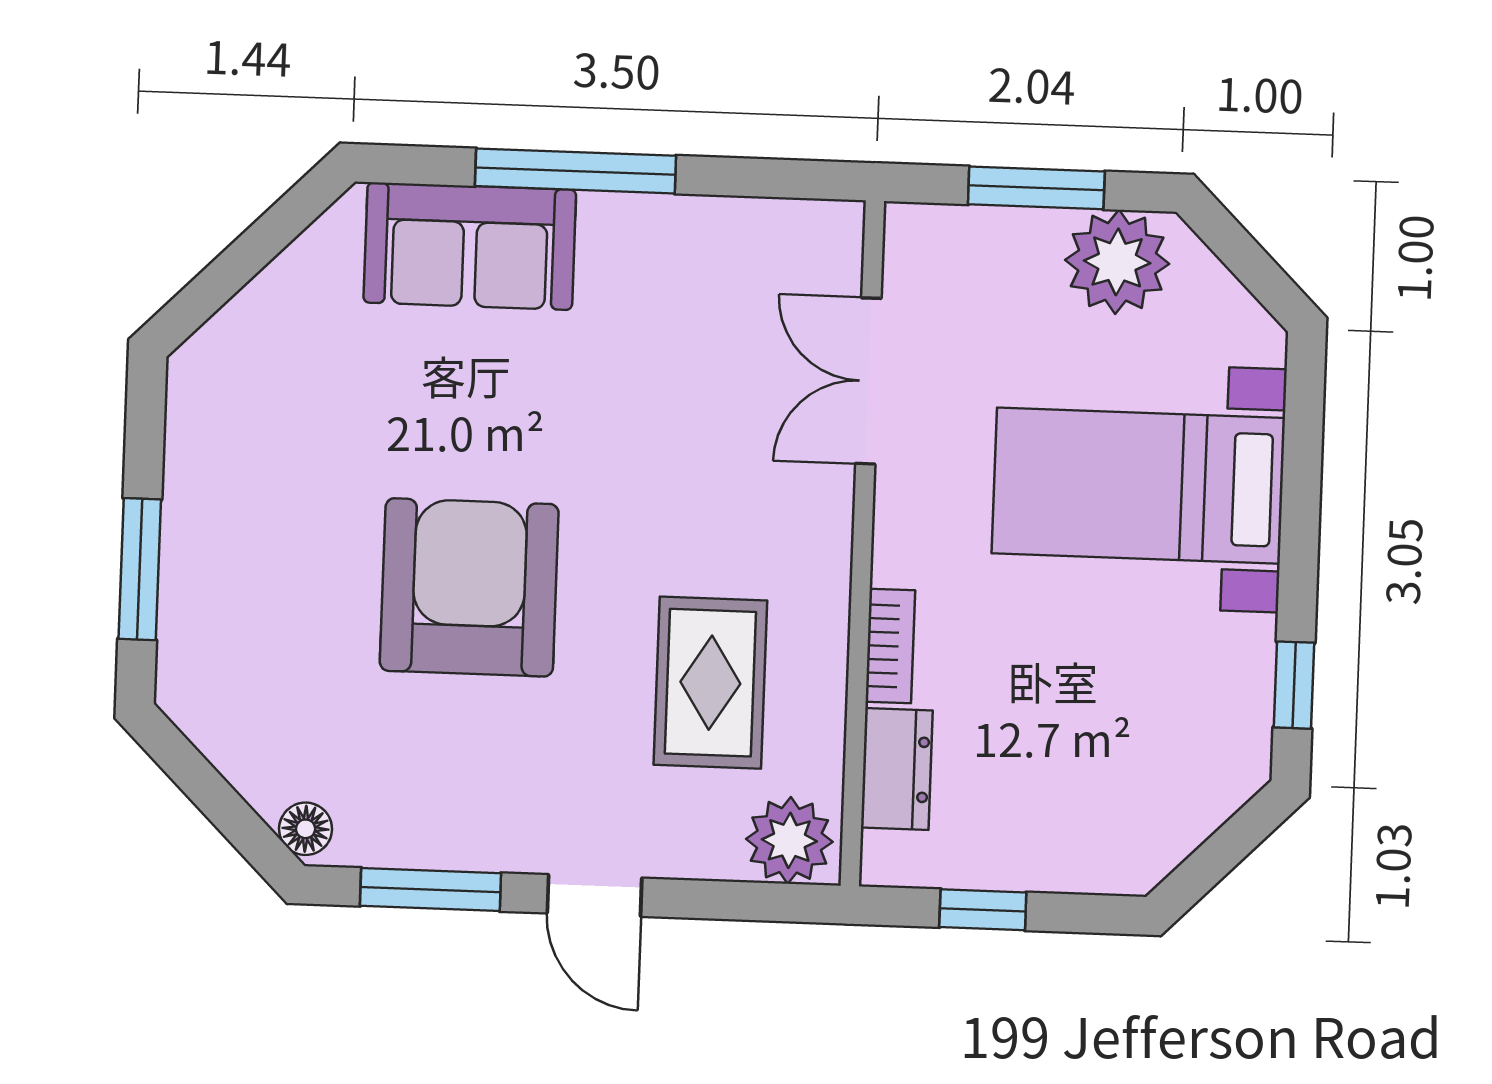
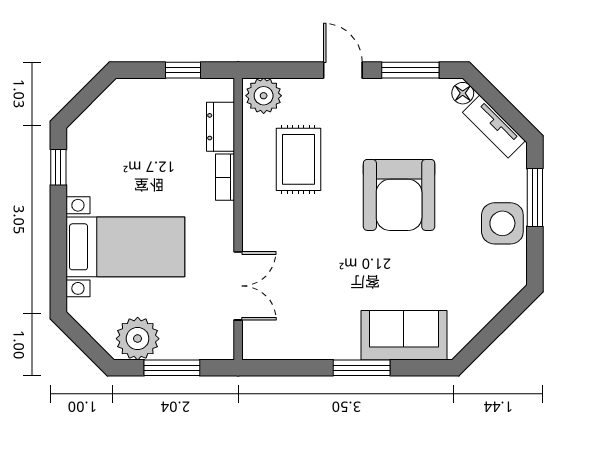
window: (576, 171) -> (362, 368), width x0.69
side table: (221, 509) -> (502, 223), added
tv unit: (233, 745) -> (494, 127), added

